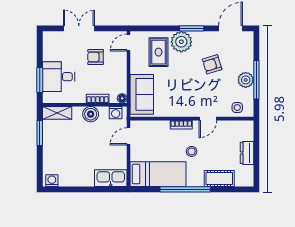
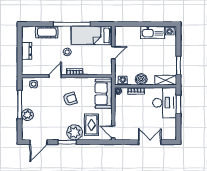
double door: (79, 28) -> (150, 142), swing flipped
door: (129, 42) -> (113, 132), swing flipped
armchair: (95, 57) -> (138, 121), removed
armchair: (212, 64) -> (70, 99), moved
desk: (59, 77) -> (165, 103), width x1.37
plant: (246, 80) -> (27, 115), moved
door: (129, 136) -> (113, 53), moved
kitchen sink: (111, 178) -> (153, 32), moved

